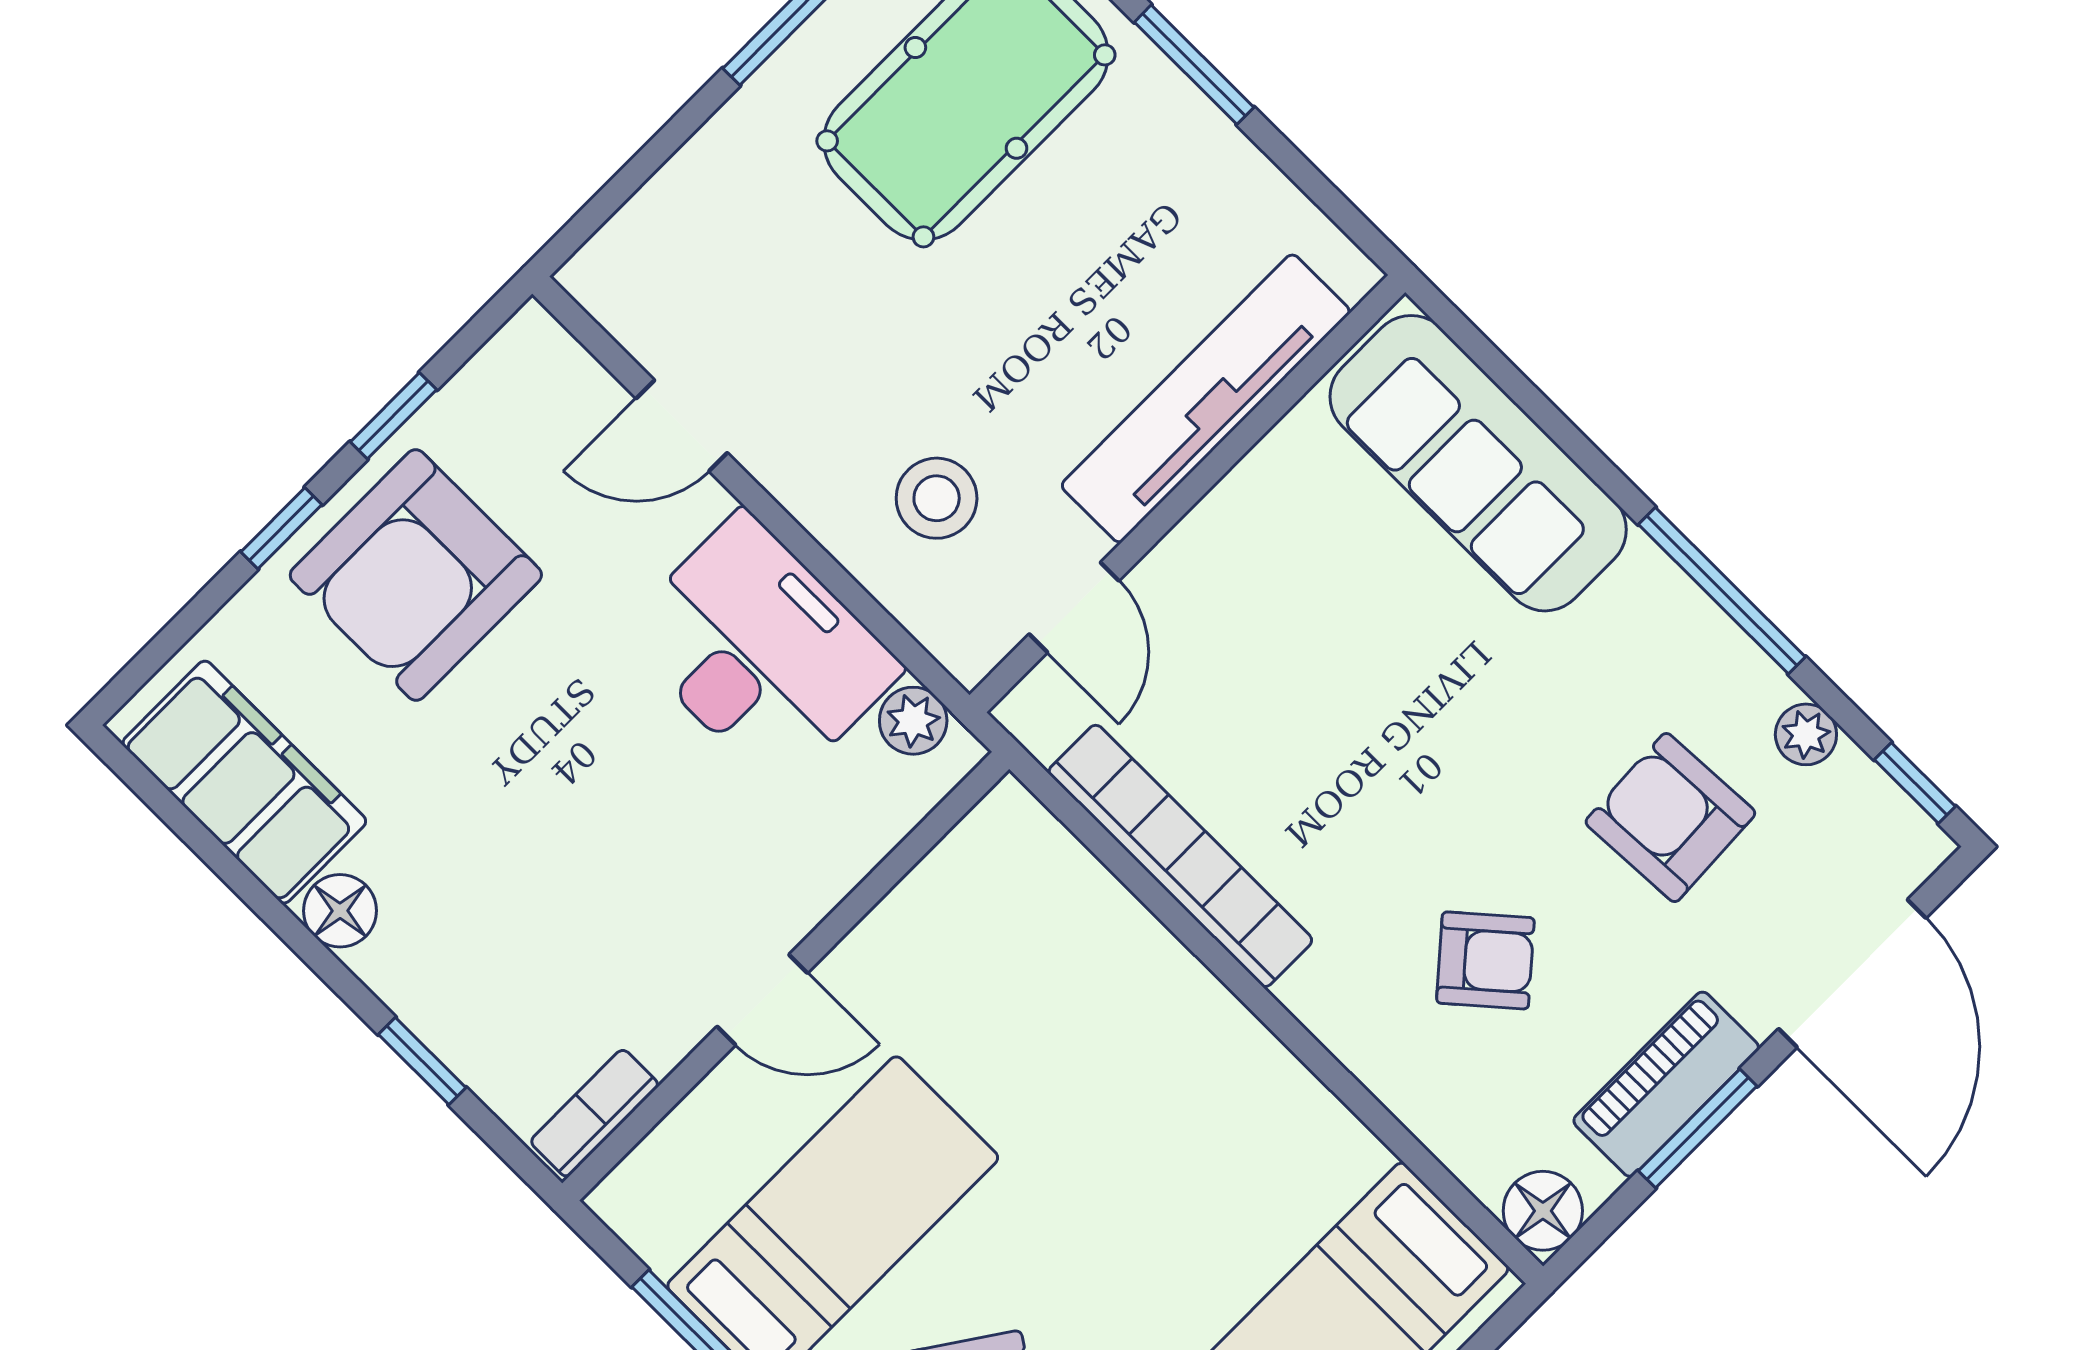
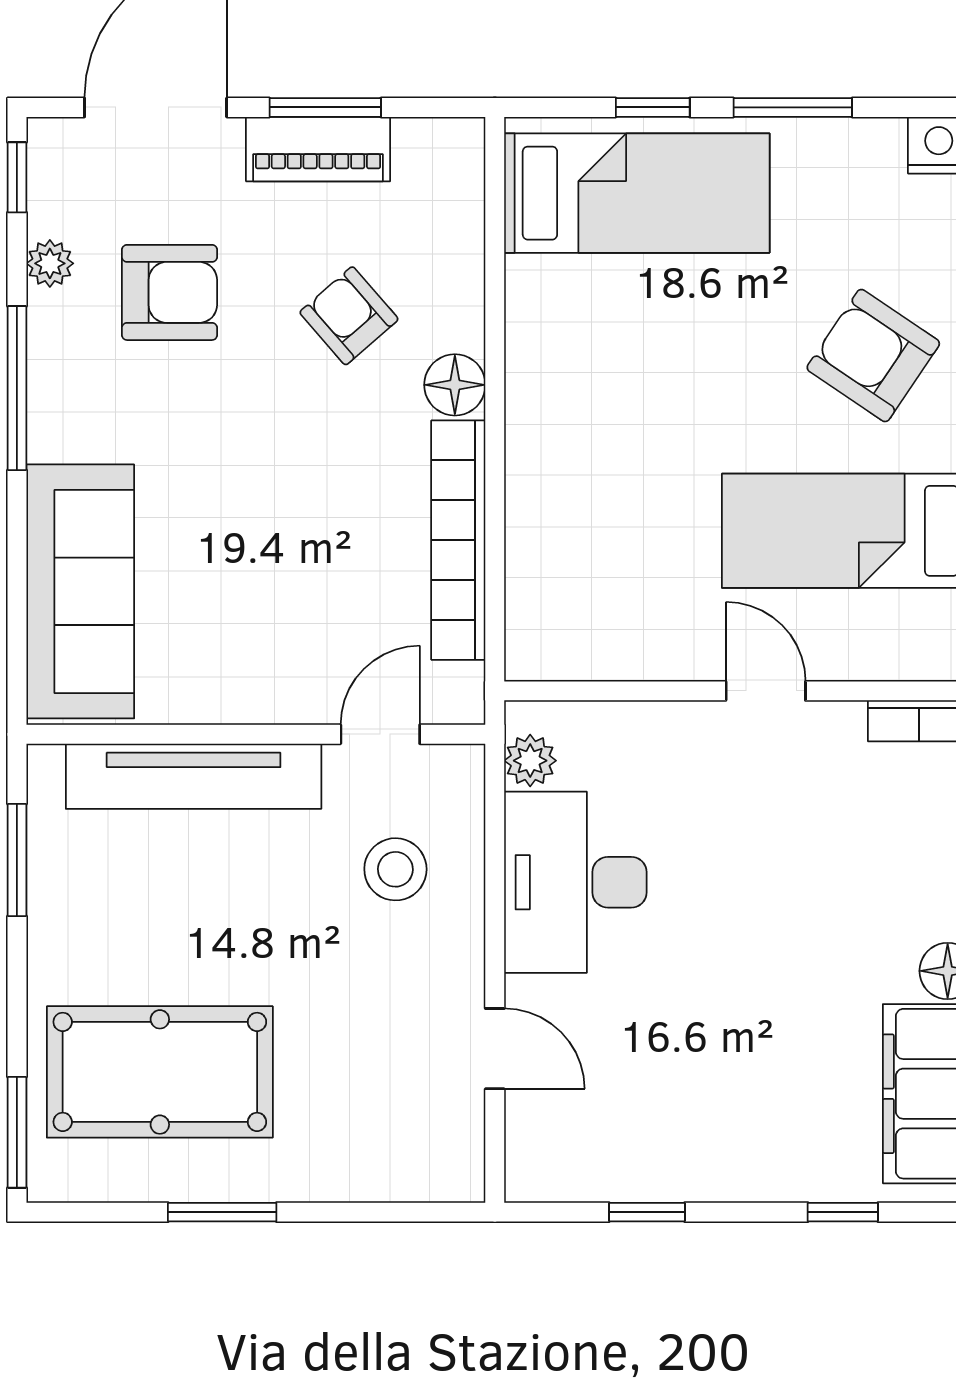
window: (1194, 65) -> (17, 860), moved
window: (281, 528) -> (843, 1212), moved
armchair: (416, 575) -> (722, 1113), removed
armchair: (1670, 818) -> (170, 292), turned -87
floor lamp: (1543, 1211) -> (455, 385), moved

